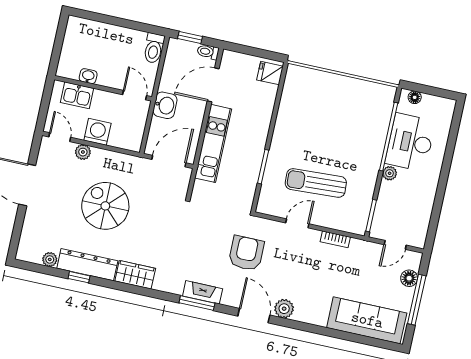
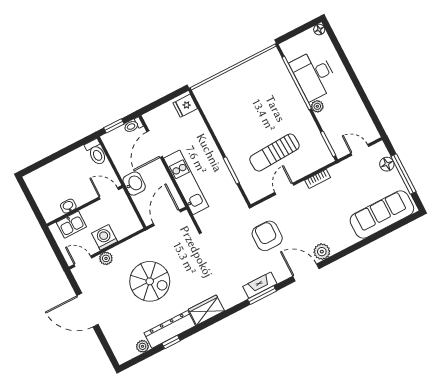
floor lamp: (415, 97) -> (319, 30), moved
spiral stairs: (105, 206) -> (150, 281), turned 180
door: (395, 245) -> (360, 150), swing flipped

